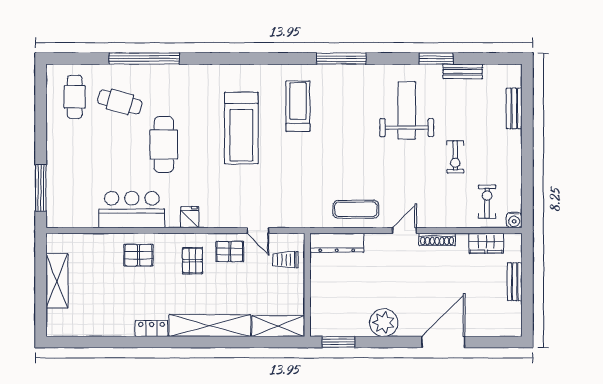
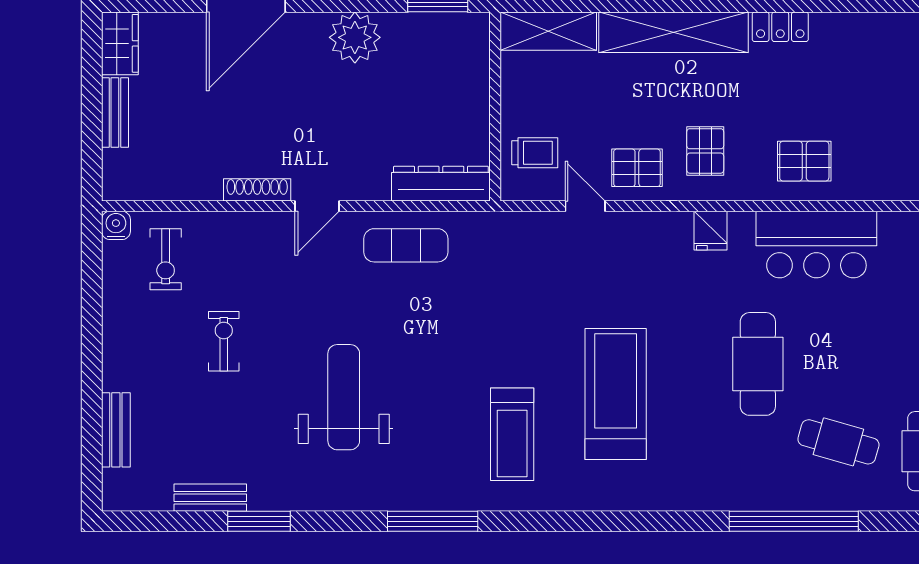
weight bench: (407, 110) -> (344, 397), moved, turned 180
wardrobe: (486, 243) -> (120, 43), moved, turned 90

